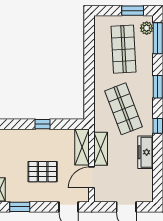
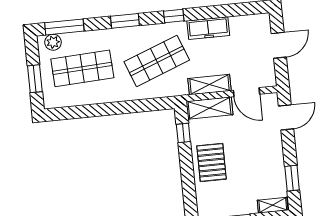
window: (133, 11) -> (35, 79), moved
window: (42, 124) -> (183, 133), moved
pallet: (43, 172) -> (212, 162), moved

